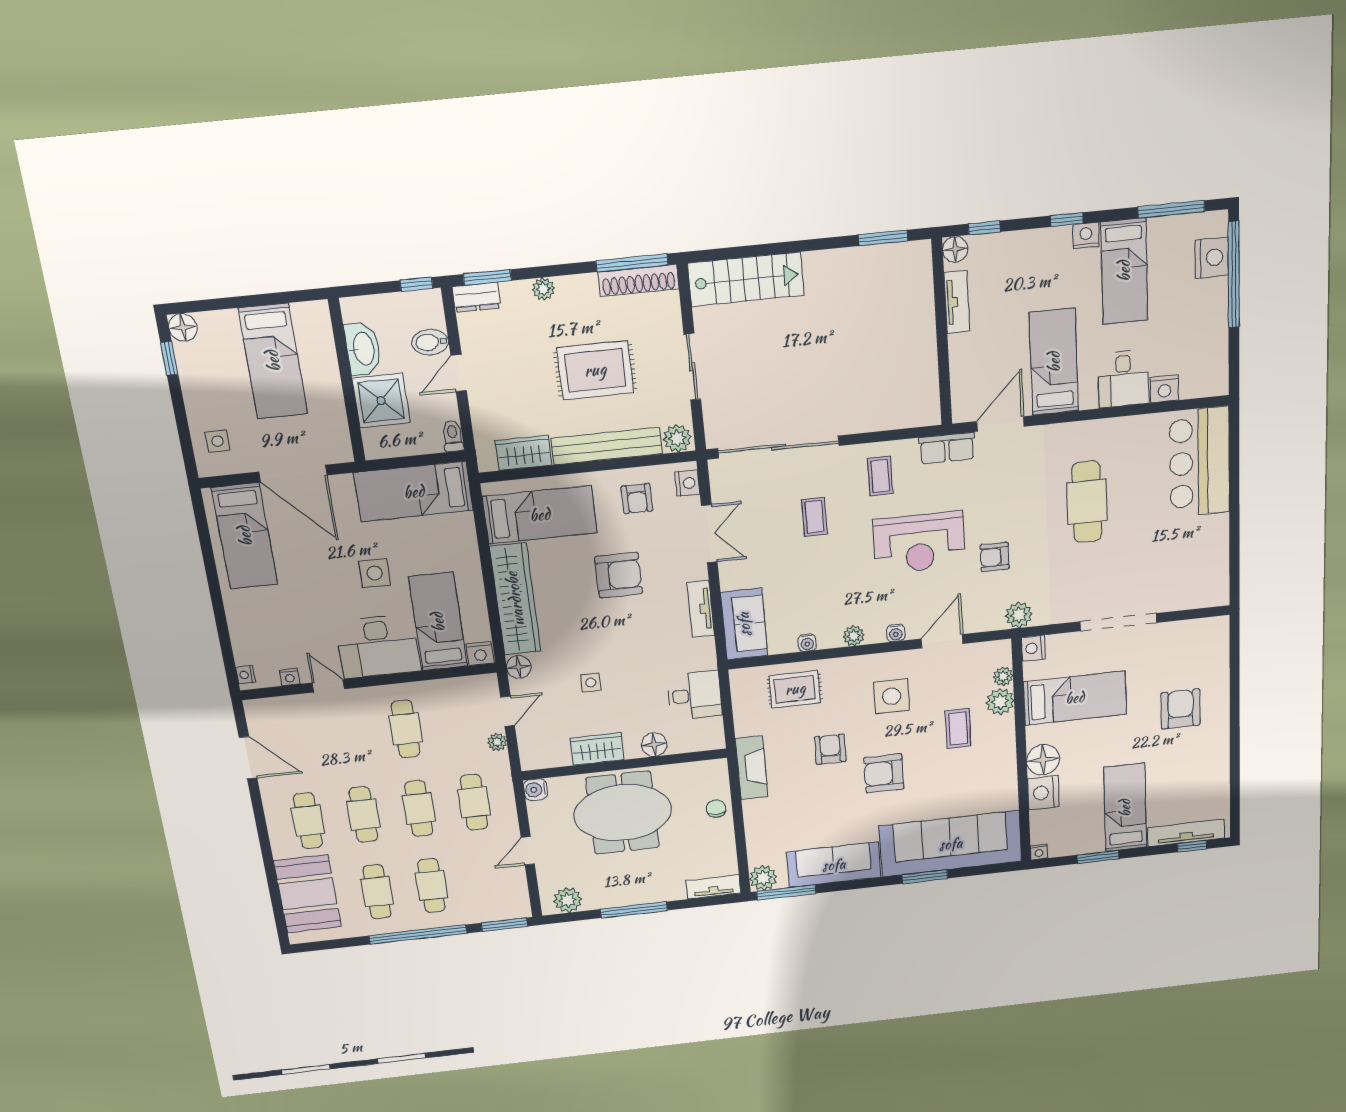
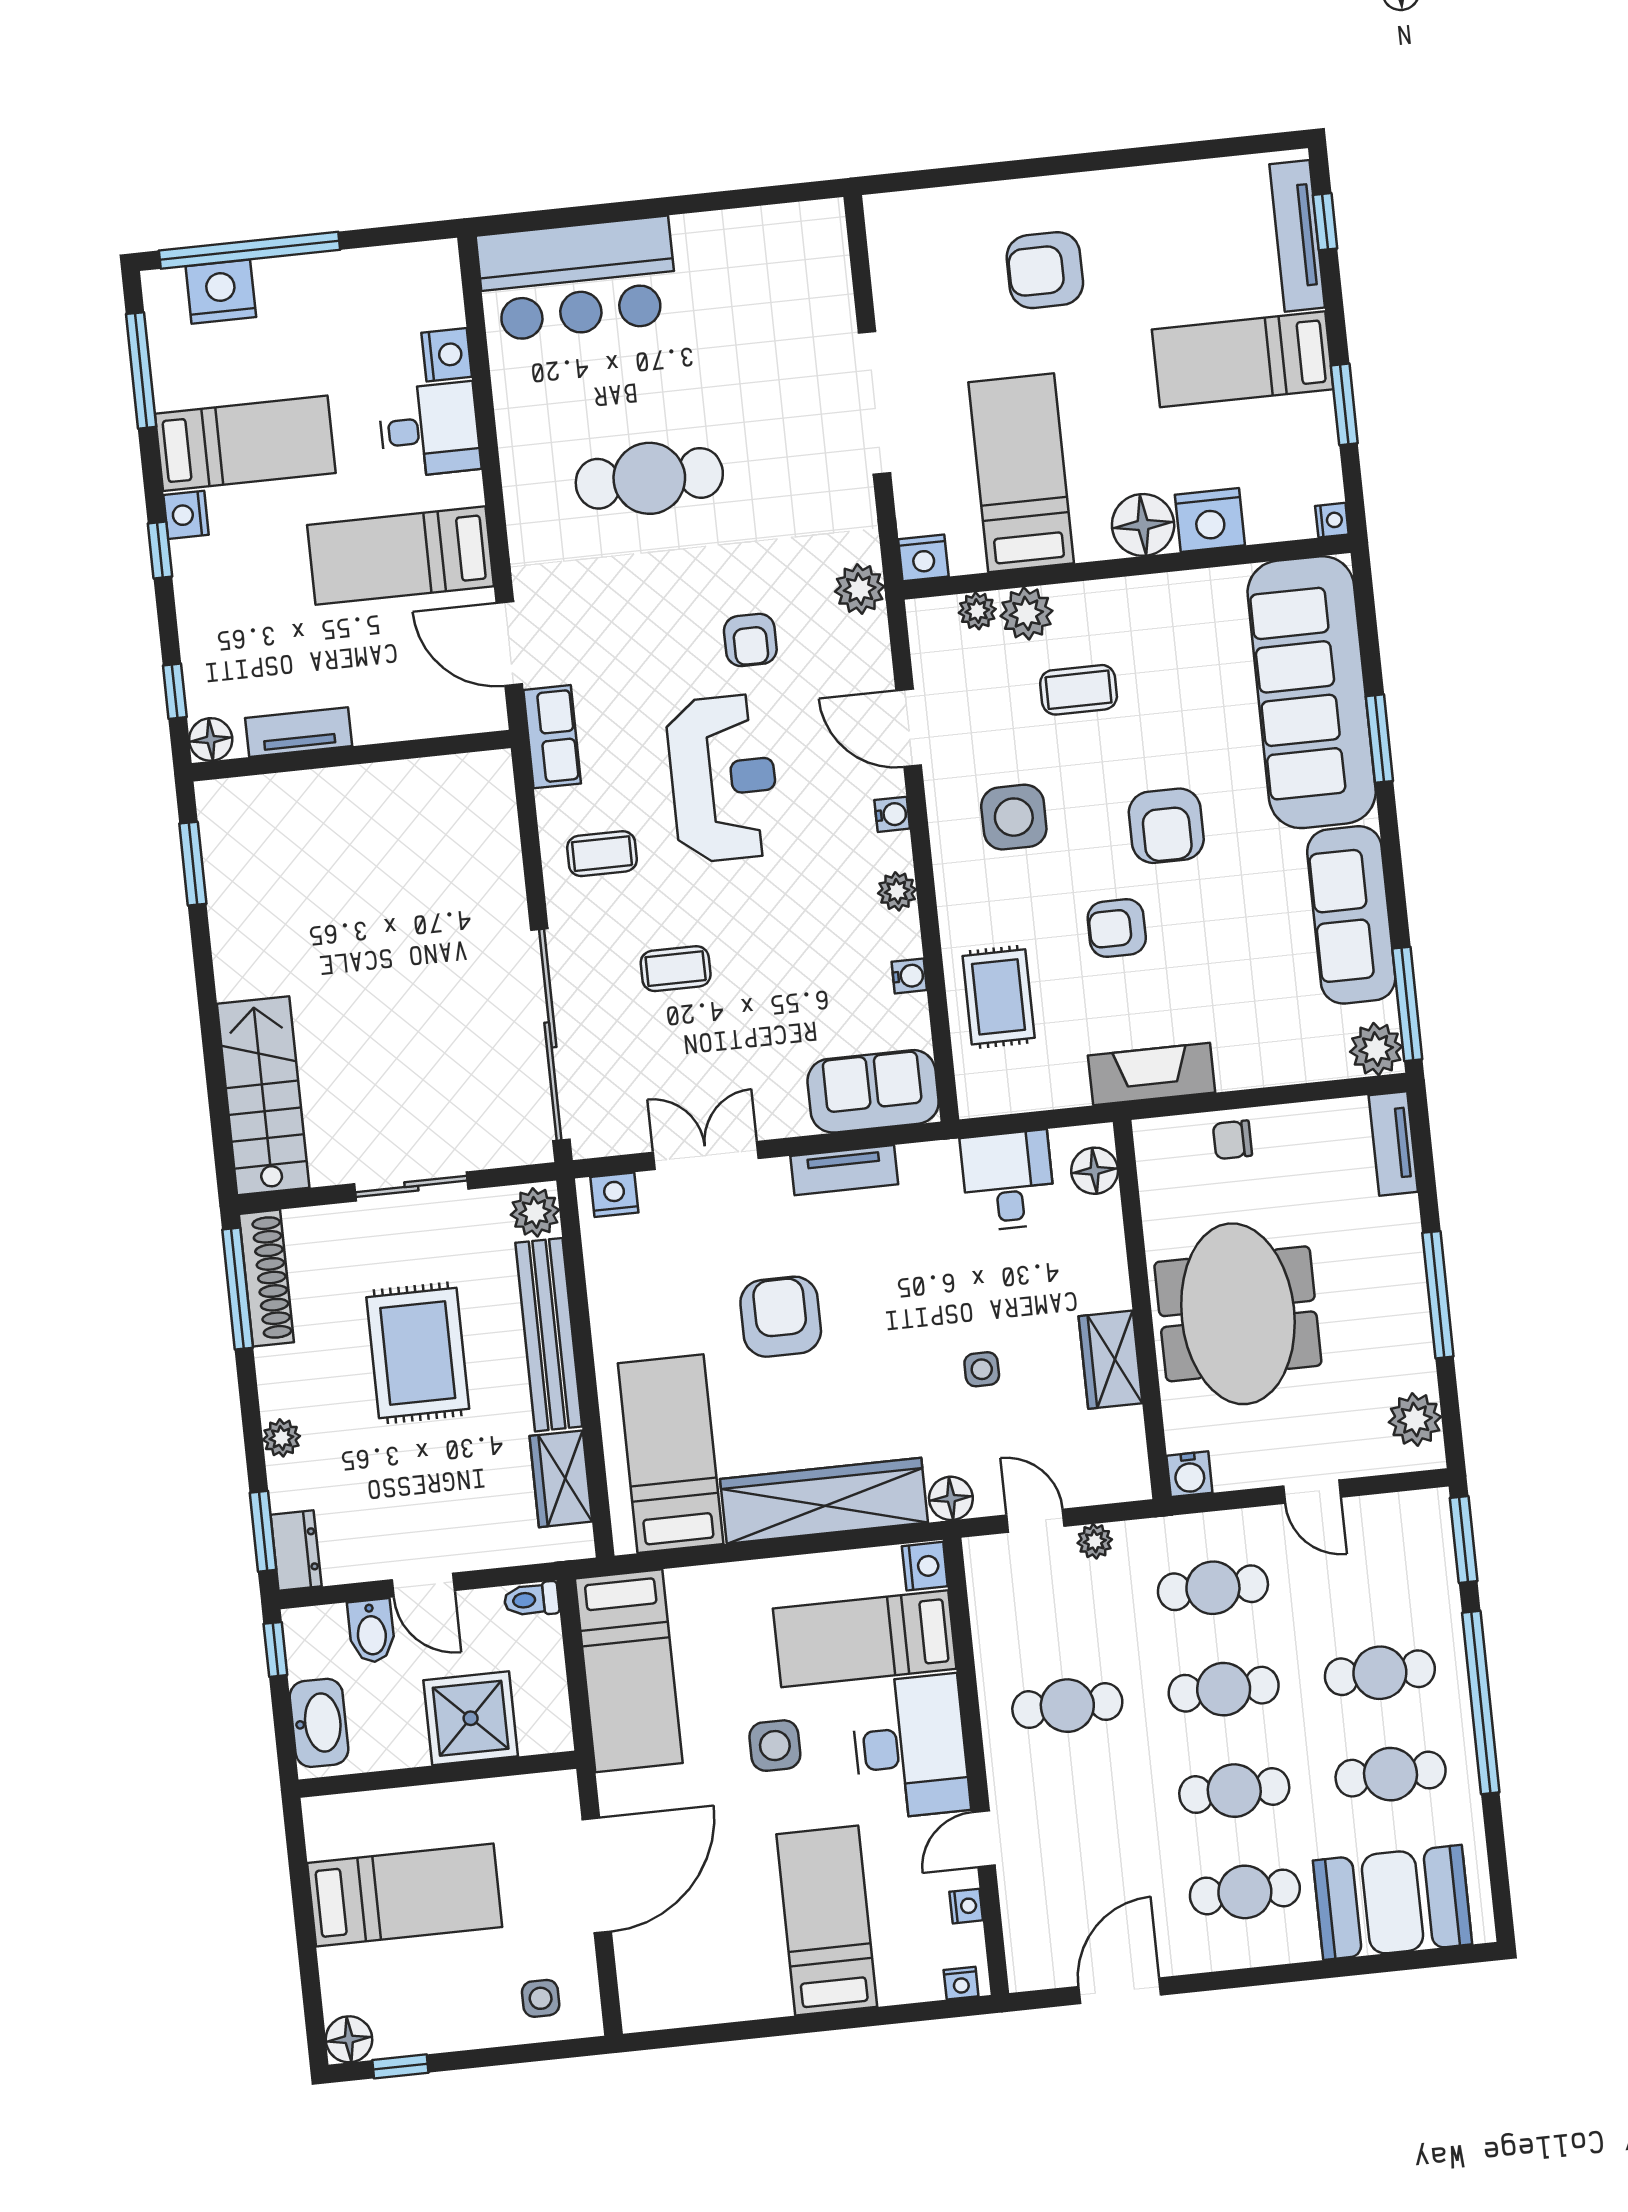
washbasin: (363, 349) -> (319, 1723), moved, turned 90
armchair: (637, 499) -> (642, 1283), removed
bed: (245, 536) -> (827, 1921), moved, turned -90
floor lamp: (654, 745) -> (1095, 1171), moved

